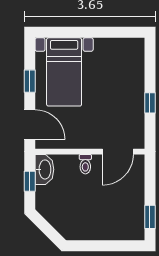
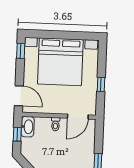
bed with nightstands: (64, 72) -> (60, 62), width x1.85
window: (30, 81) -> (21, 51), moved

